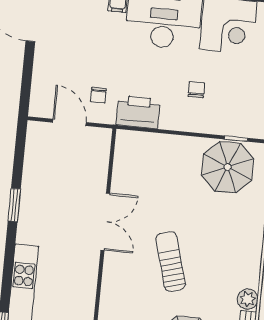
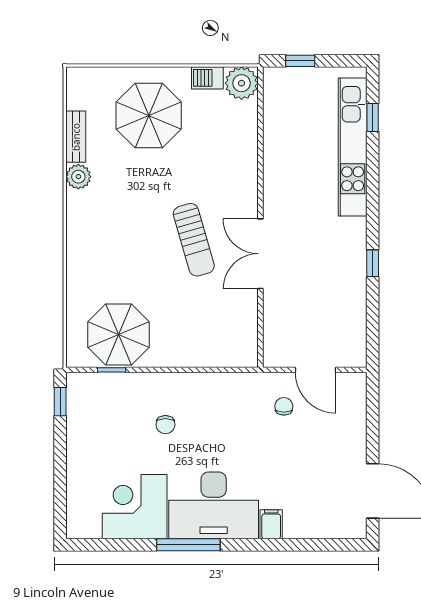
printer: (138, 112) -> (234, 390), removed
window: (14, 205) -> (373, 263), width x0.67
sun lounger: (171, 262) -> (194, 240), moved

